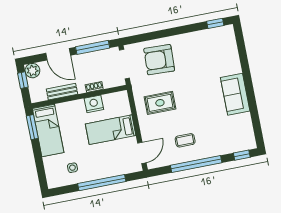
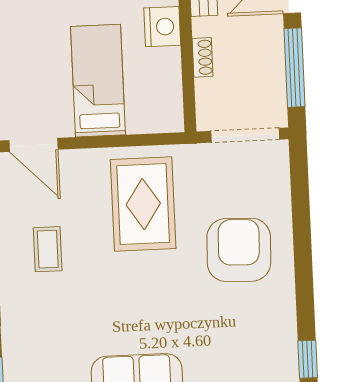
armchair: (159, 60) -> (239, 250), moved
rug: (160, 103) -> (143, 204), width x1.36, depth x1.43
nightstand: (94, 104) -> (162, 27), moved

